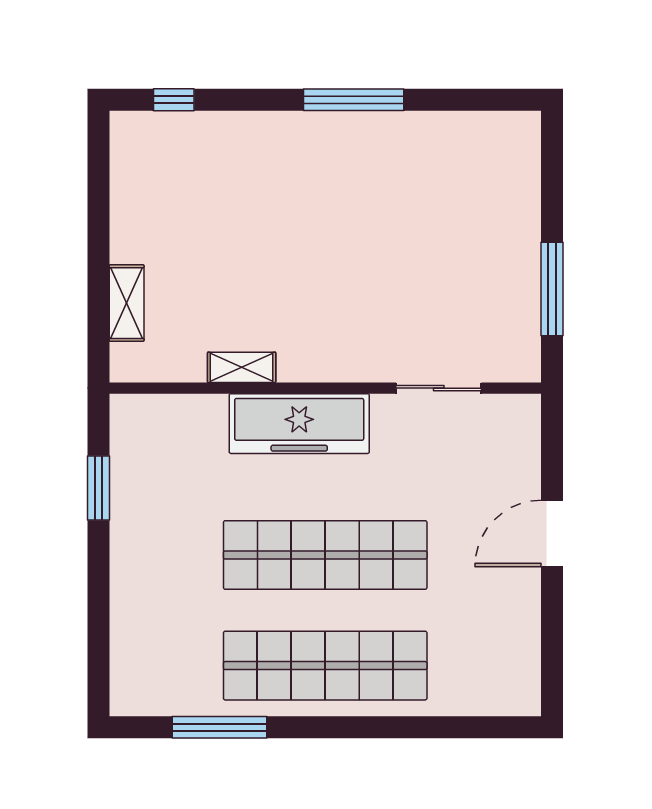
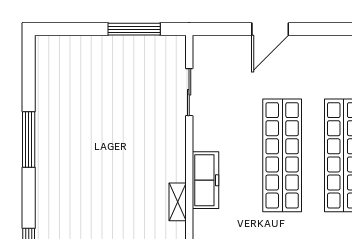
freezer: (299, 424) -> (206, 180), width x0.73, depth x0.79
door: (552, 533) -> (270, 29), hinge flipped

